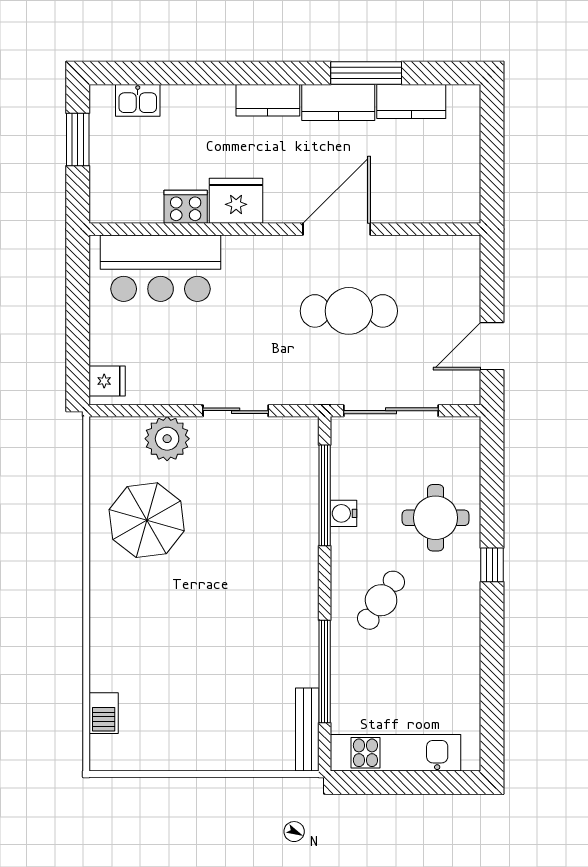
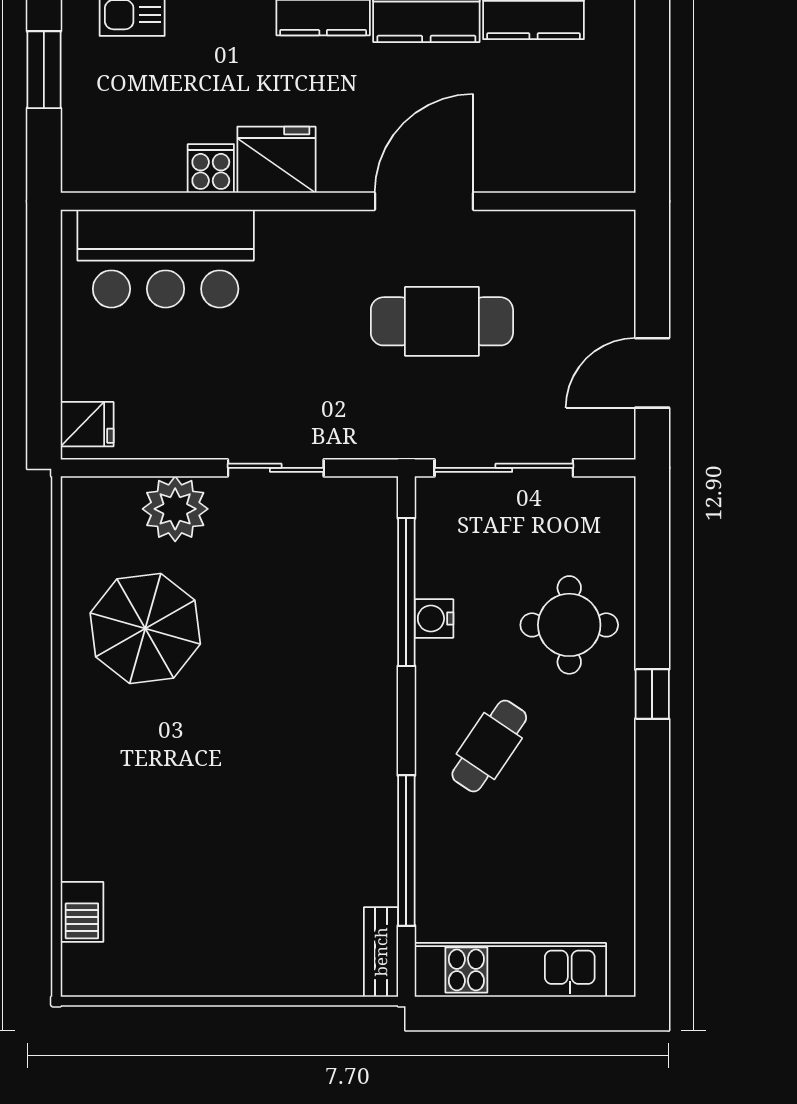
cooker: (186, 207) -> (211, 168), width x0.73
bench: (307, 729) -> (381, 952), width x0.73

